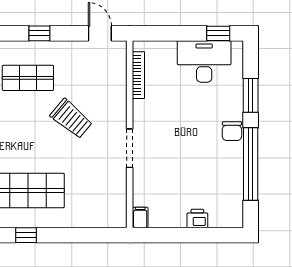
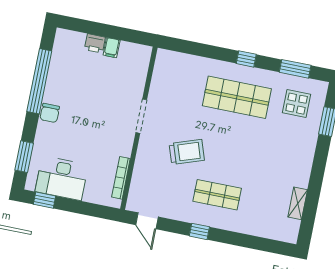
window: (251, 95) -> (24, 157), moved
trolley: (71, 119) -> (187, 152), turned 121
chair: (232, 131) -> (50, 113), turned 180
filing cabinet: (140, 217) -> (112, 48), moved

